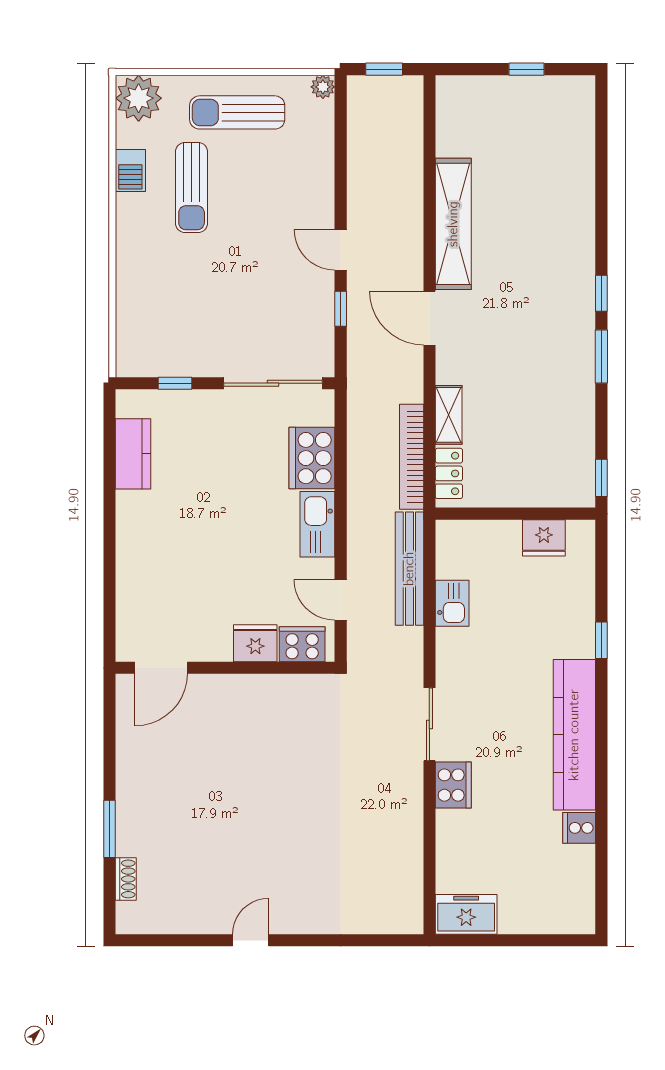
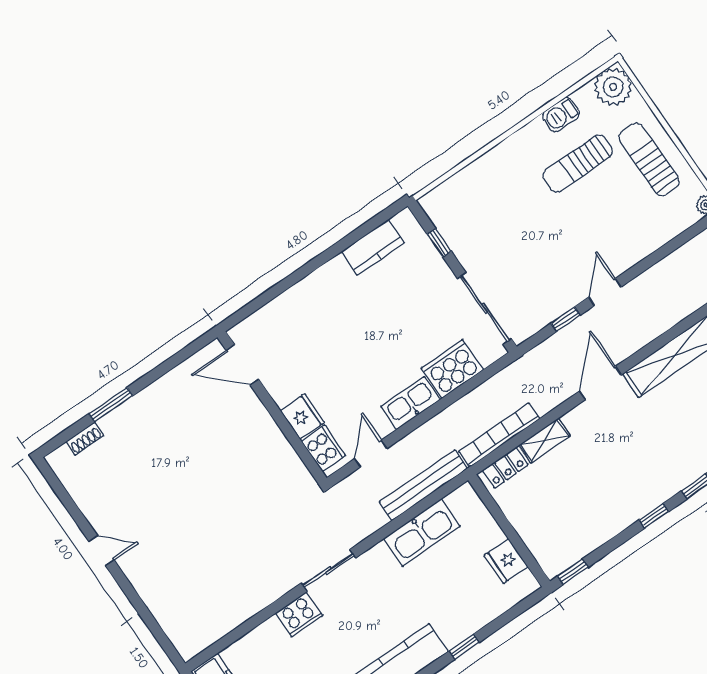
window: (601, 357) -> (654, 516), width x0.67
kitchen sink: (452, 603) -> (422, 533), width x1.88, depth x1.24

